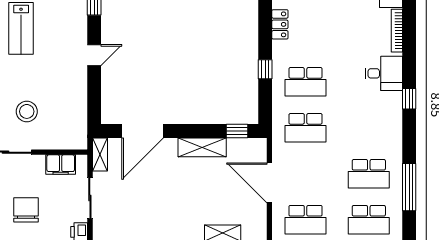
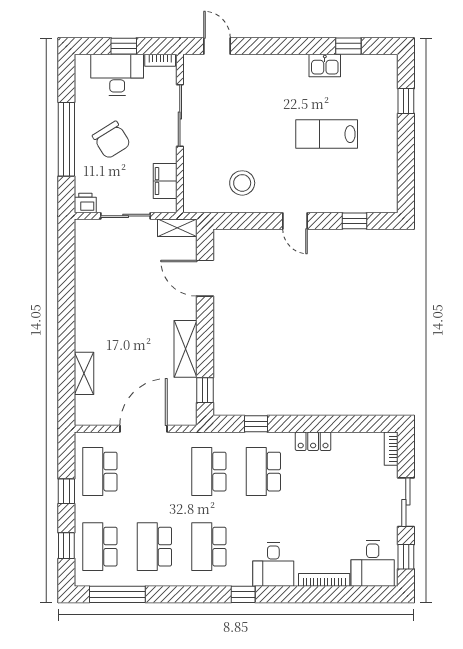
locker: (280, 24) -> (313, 441), moved
window: (265, 69) -> (256, 424), moved
stool: (27, 111) -> (242, 183), moved
school desk: (369, 128) -> (209, 547), added
door: (143, 131) -> (205, 278), width x0.73
window: (409, 187) -> (117, 594), moved
chair: (26, 210) -> (111, 140), turned 58

